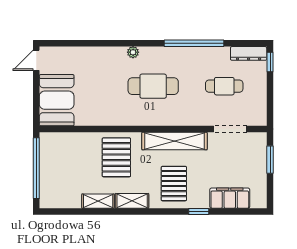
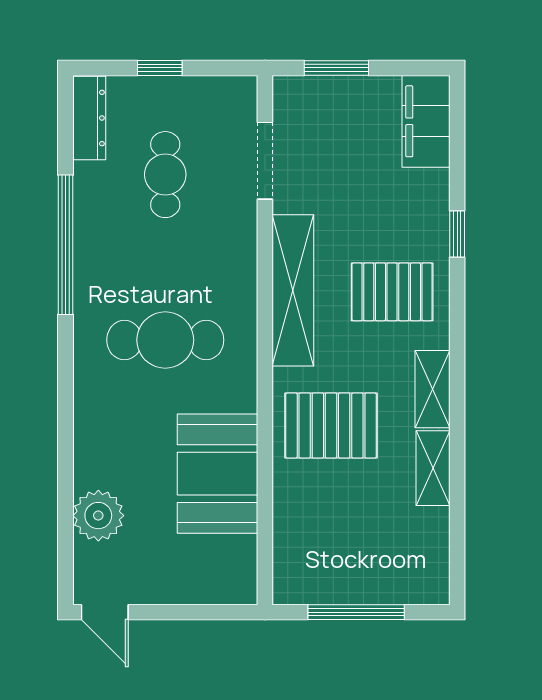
plant: (133, 52) -> (98, 516), moved, width x1.88, depth x1.88
window: (270, 62) -> (160, 68), moved
cafe table: (153, 86) -> (165, 340), turned 90
booth: (57, 100) -> (218, 474), moved, turned 90
window: (36, 168) -> (356, 612), width x0.68
filing cabinet: (230, 198) -> (426, 121), moved

